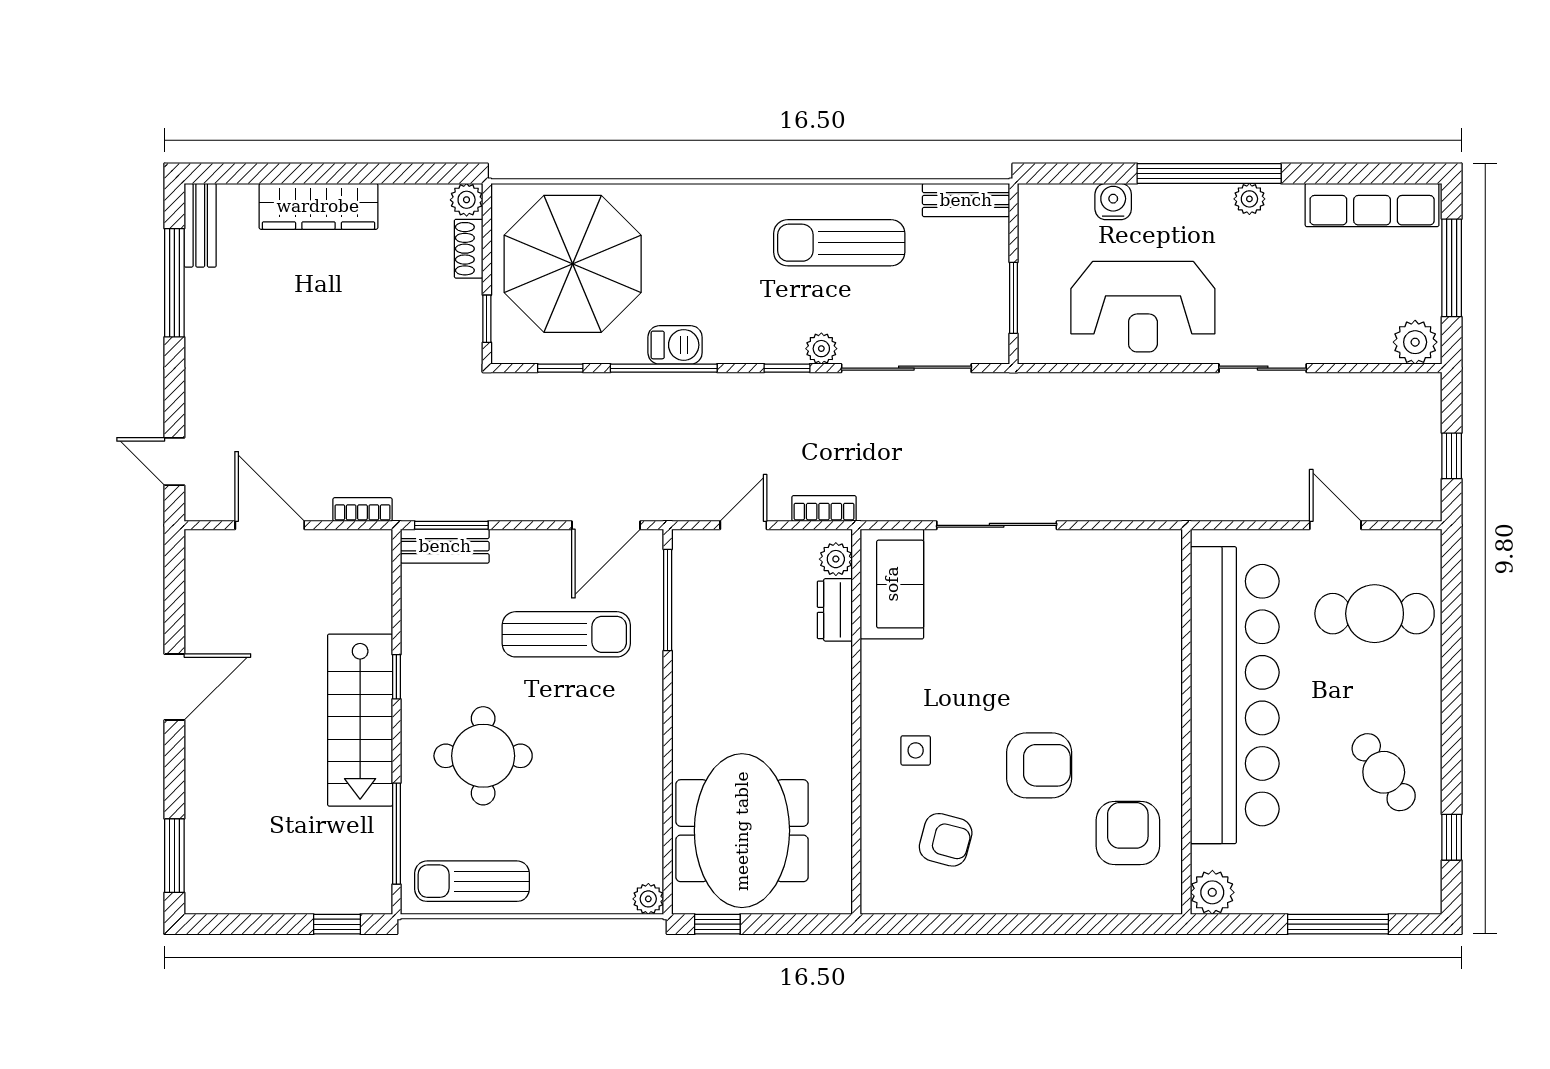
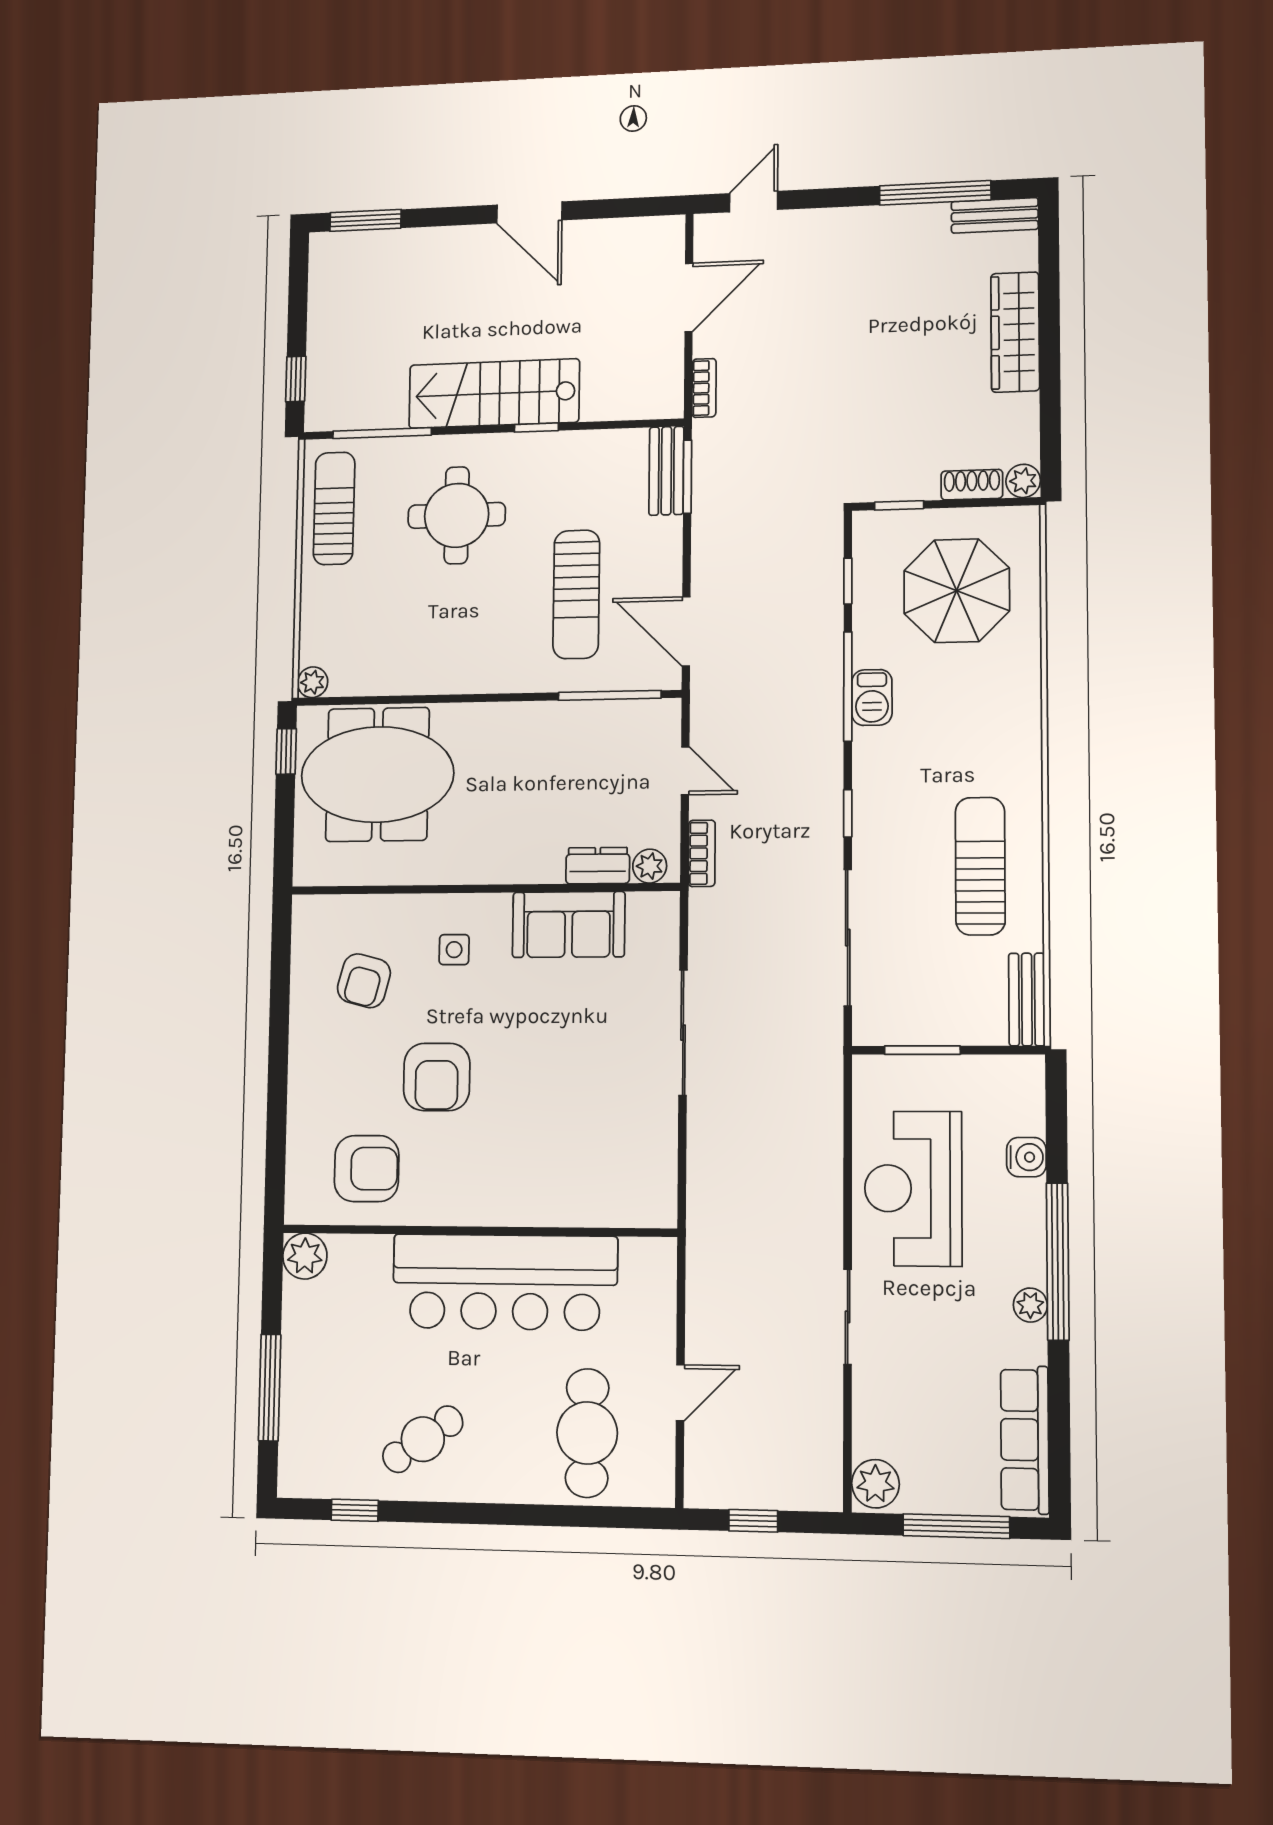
parasol: (573, 264) -> (957, 591), width x0.73, depth x0.73
plant: (821, 349) -> (868, 849), removed
sofa: (892, 584) -> (569, 924), moved
bar counter: (1235, 695) -> (505, 1282), width x0.73

